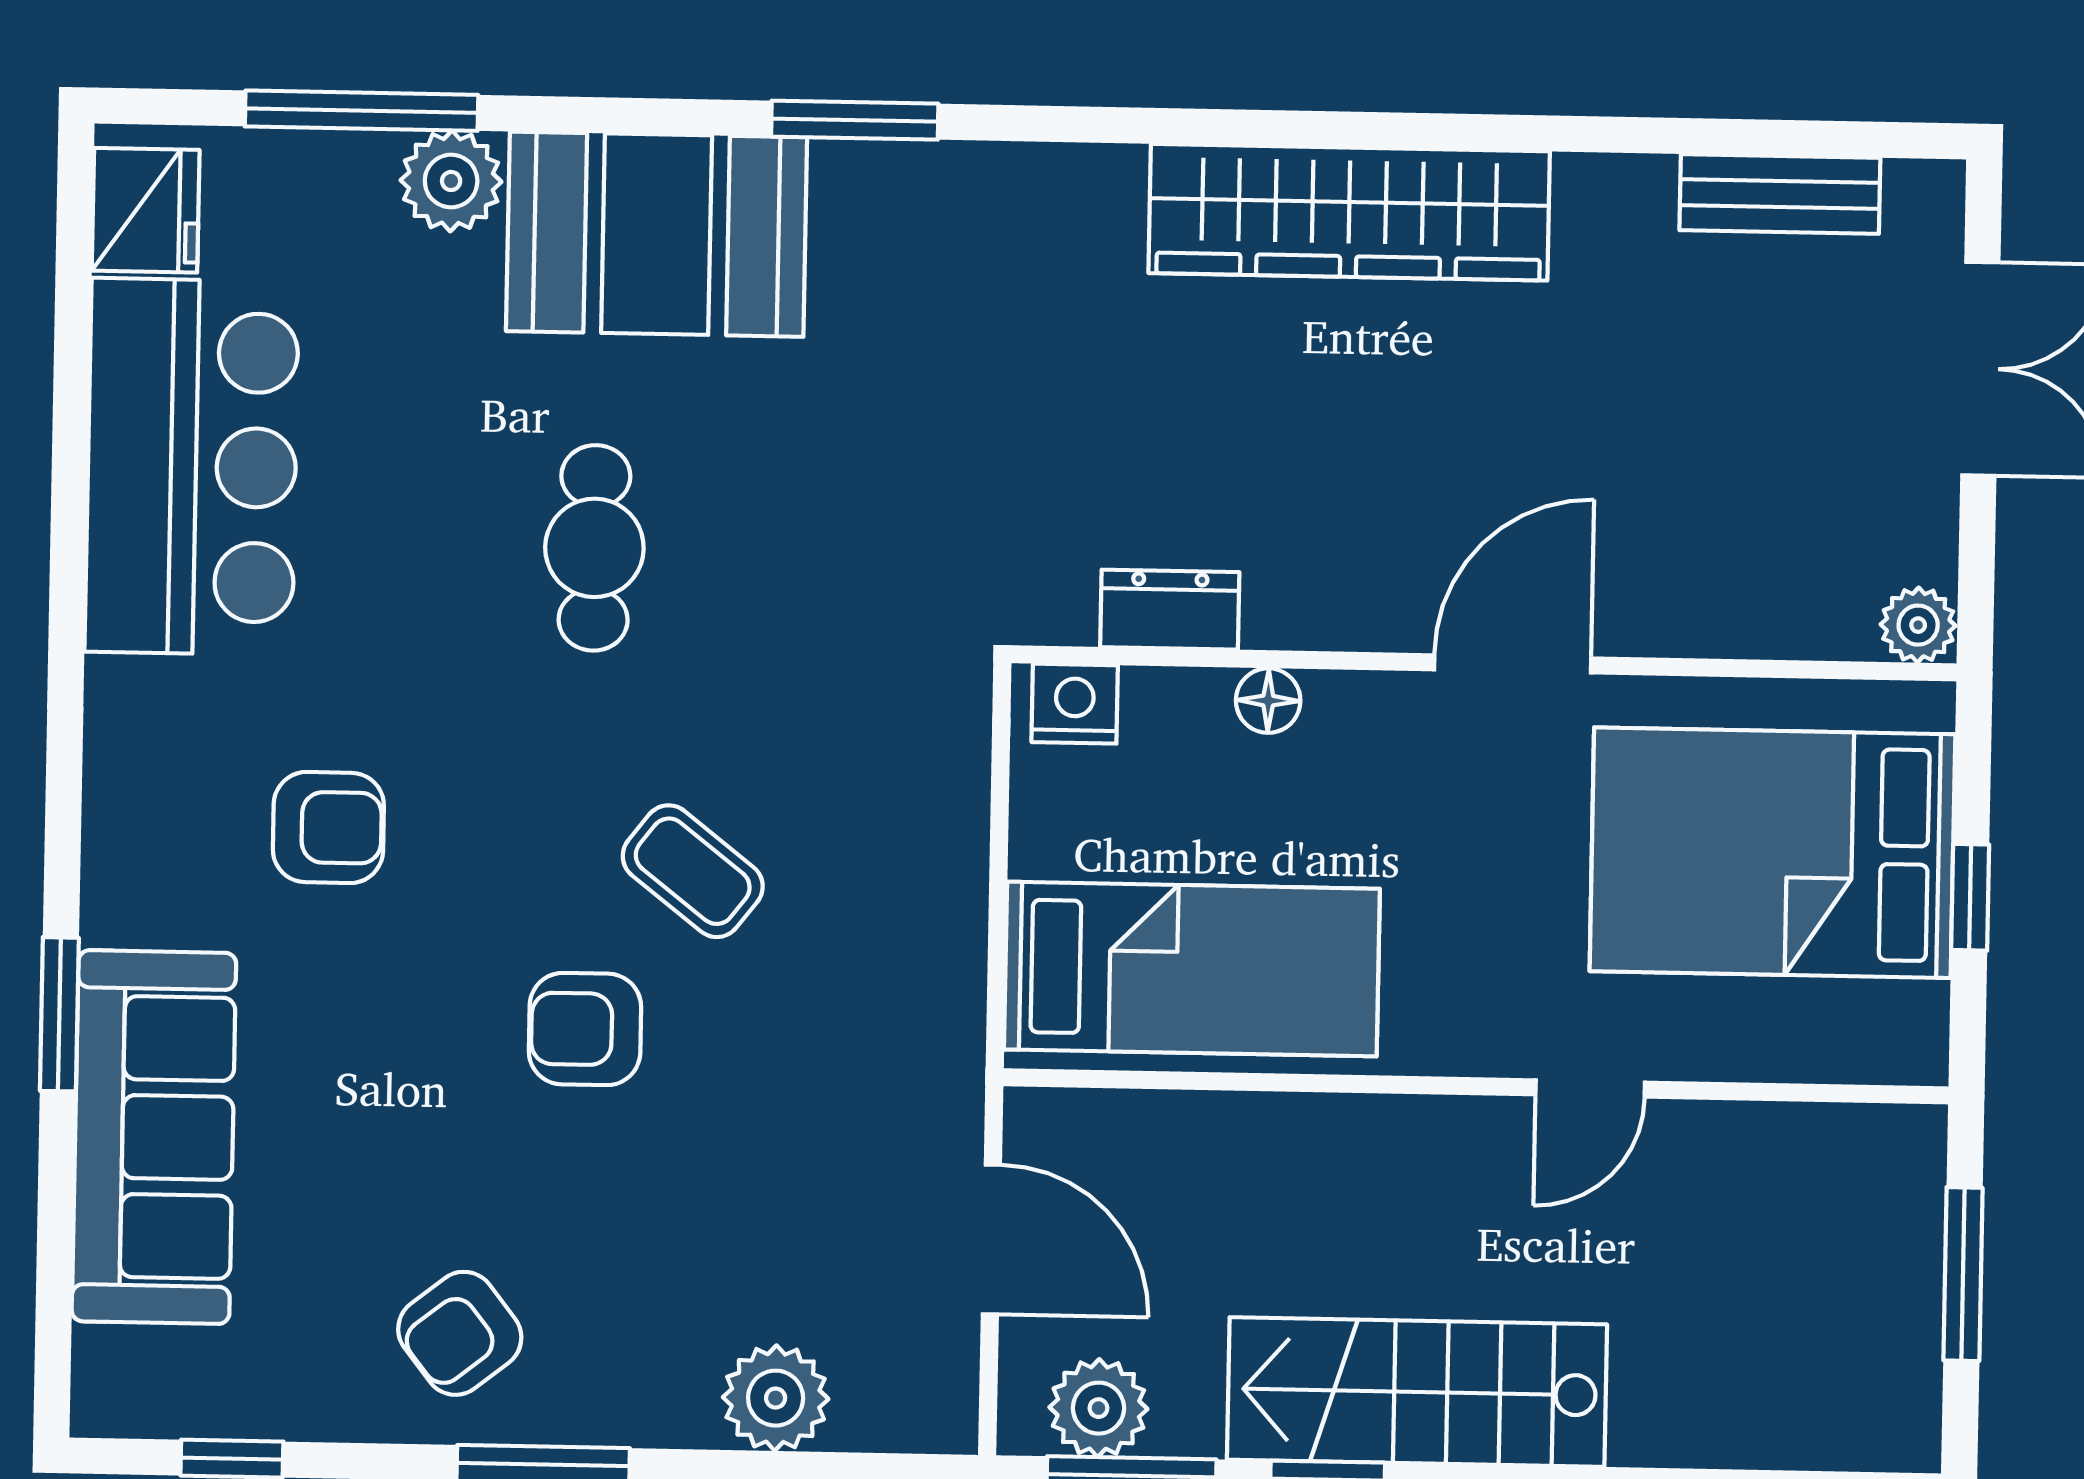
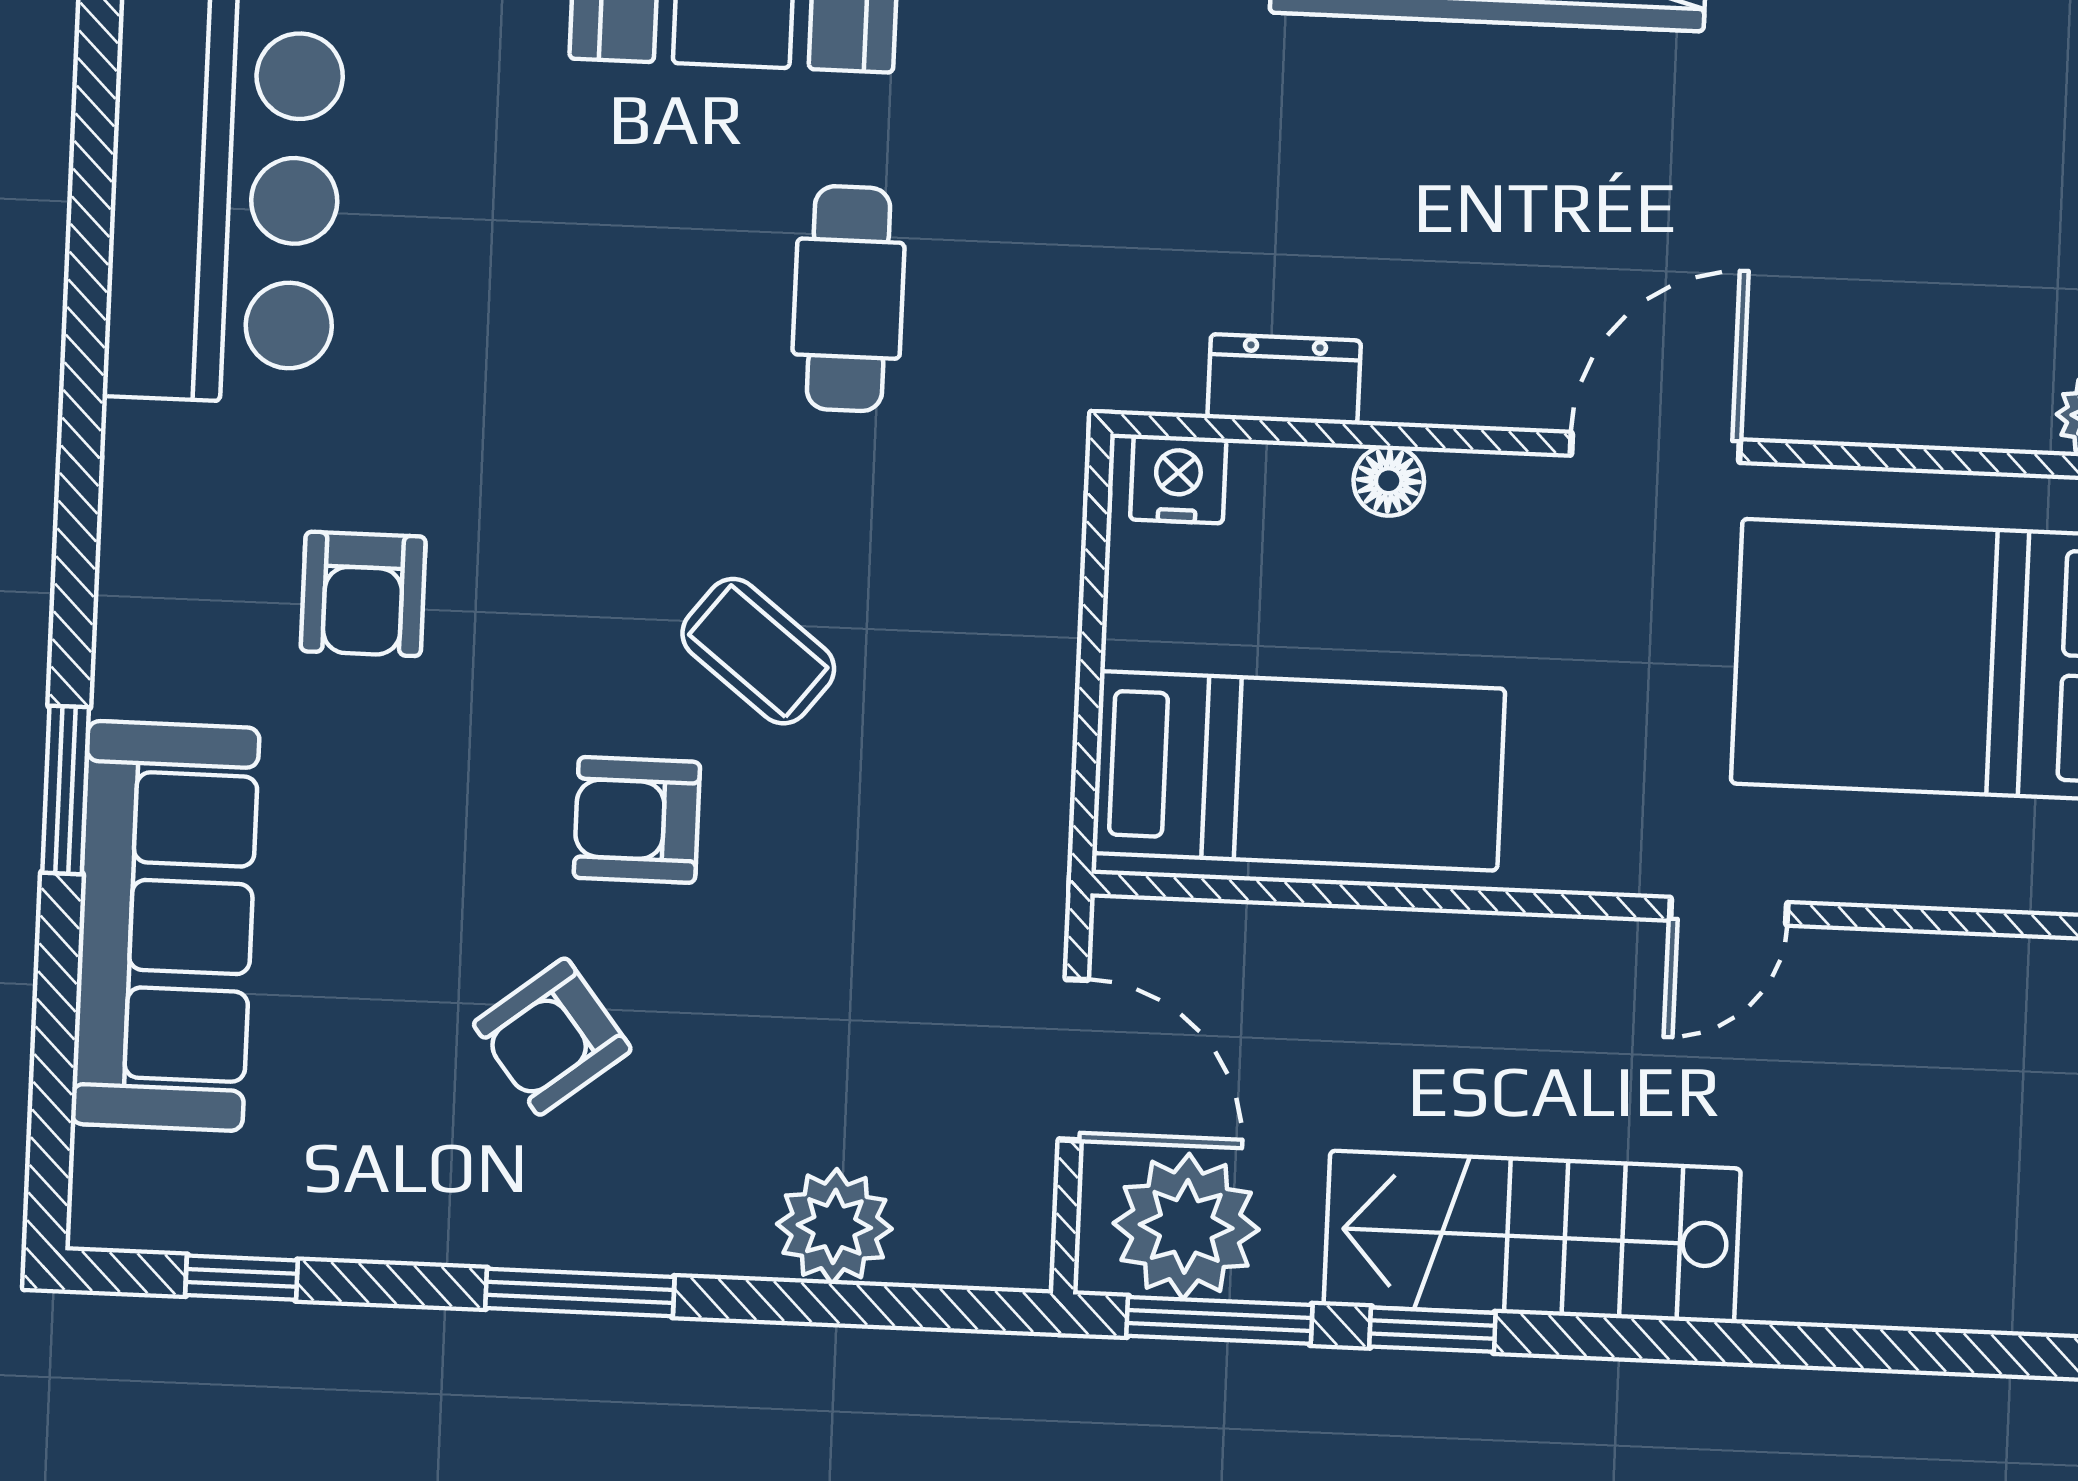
cafe table: (594, 548) -> (849, 299), moved
armchair: (328, 827) -> (363, 594), turned 90
armchair: (460, 1333) -> (552, 1037), moved
plant: (1098, 1408) -> (1186, 1226), width x1.36, depth x1.36

